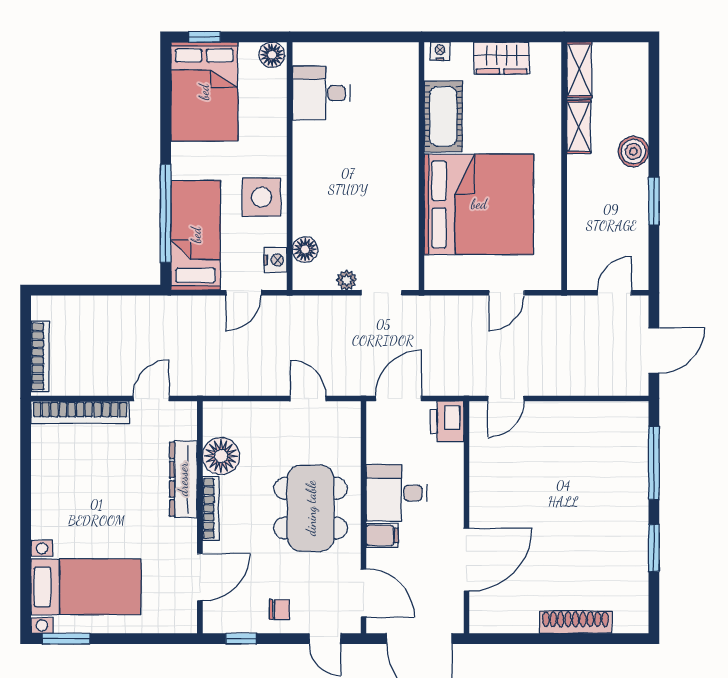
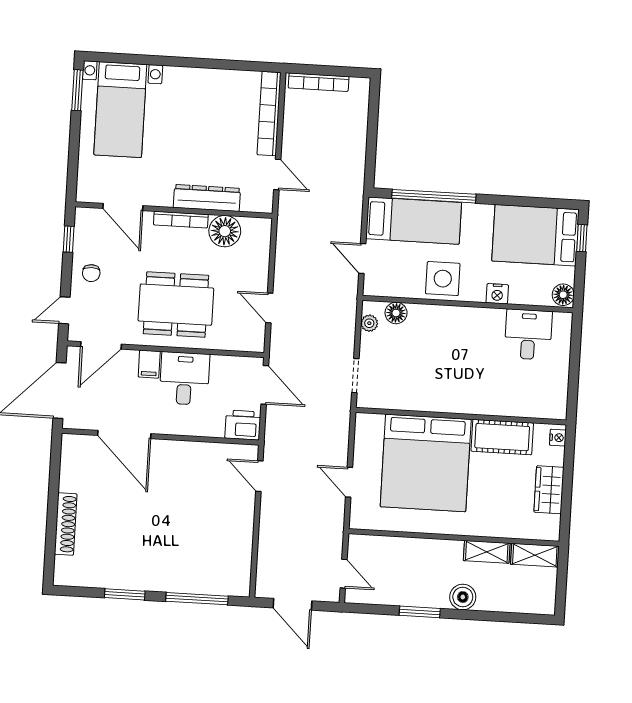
nightstand: (276, 260) -> (497, 294), moved
plant: (347, 280) -> (369, 323), moved
door: (308, 398) -> (269, 308), swing flipped

